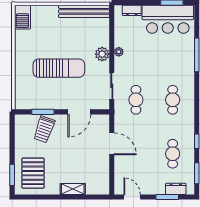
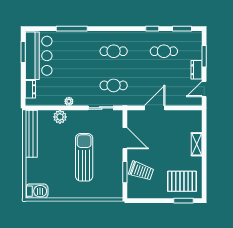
plant: (102, 54) -> (60, 117), moved
dresser: (176, 189) -> (197, 70), moved

